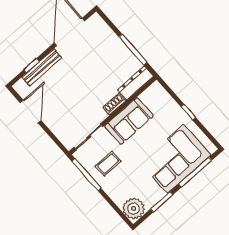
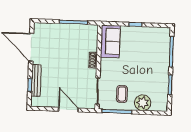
dresser: (136, 83) -> (93, 38), removed
door: (31, 112) -> (68, 110), moved
sofa: (129, 121) -> (110, 41), moved
corner sofa: (176, 159) -> (154, 55), removed
plant: (134, 208) -> (143, 103), moved

